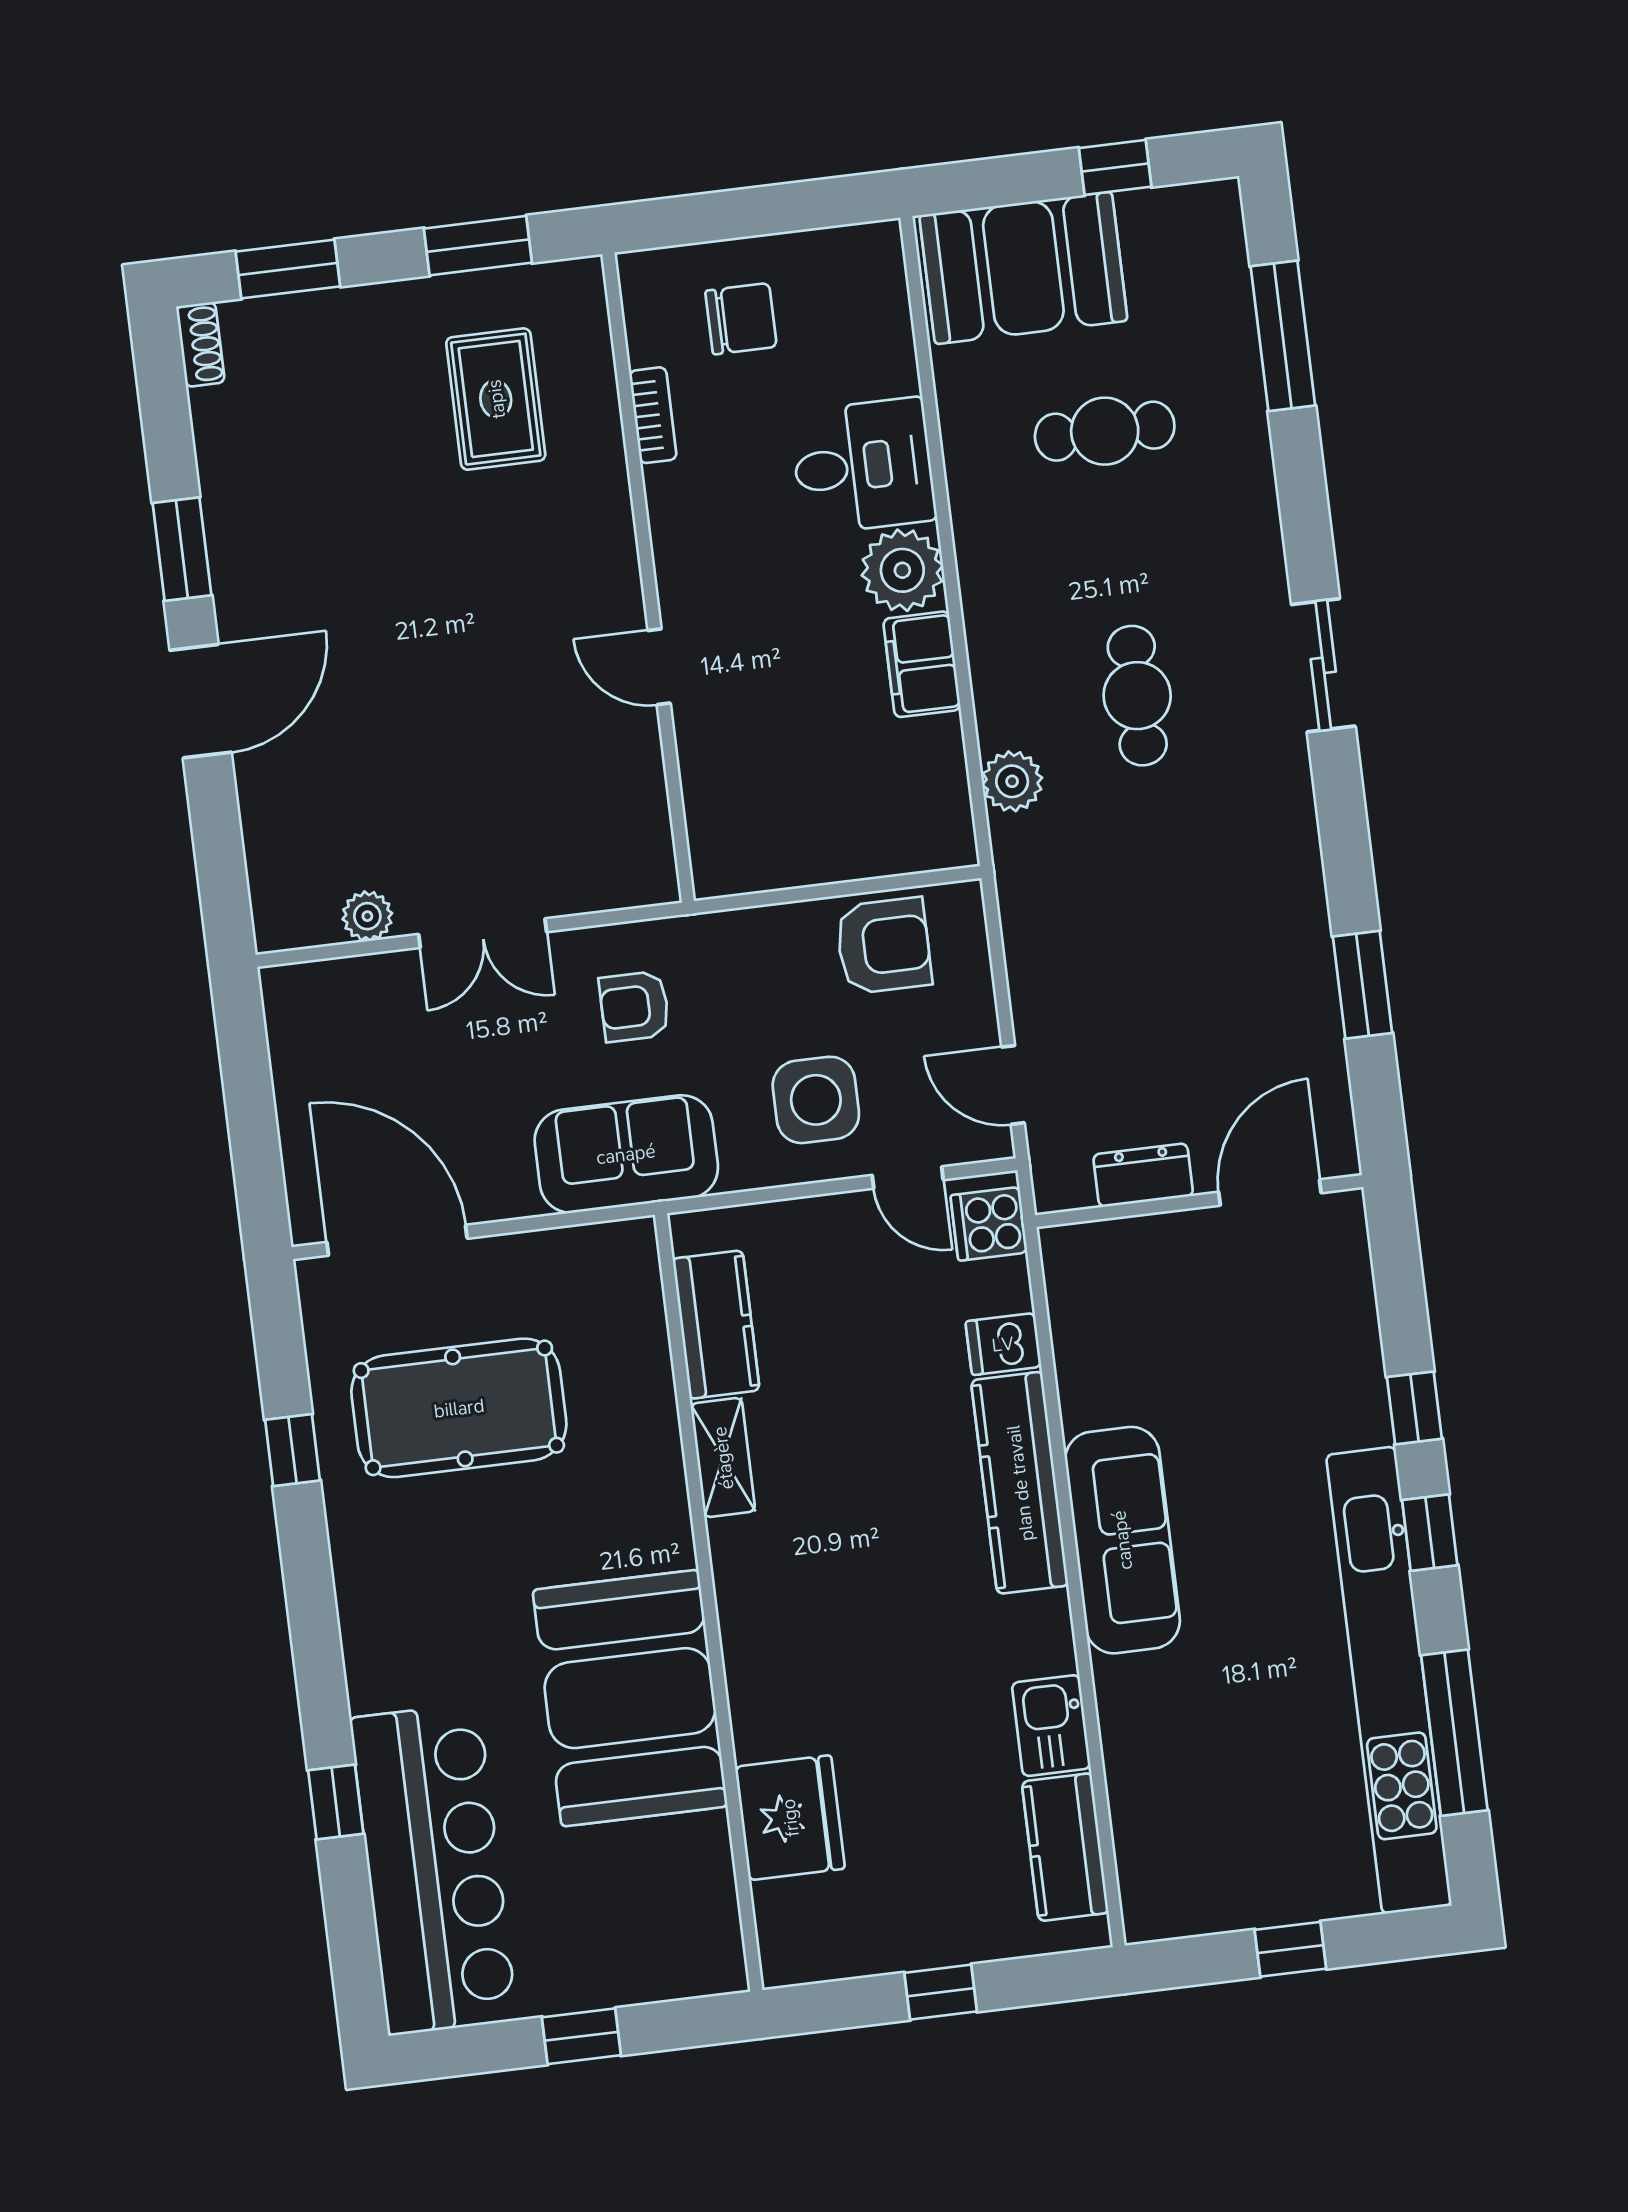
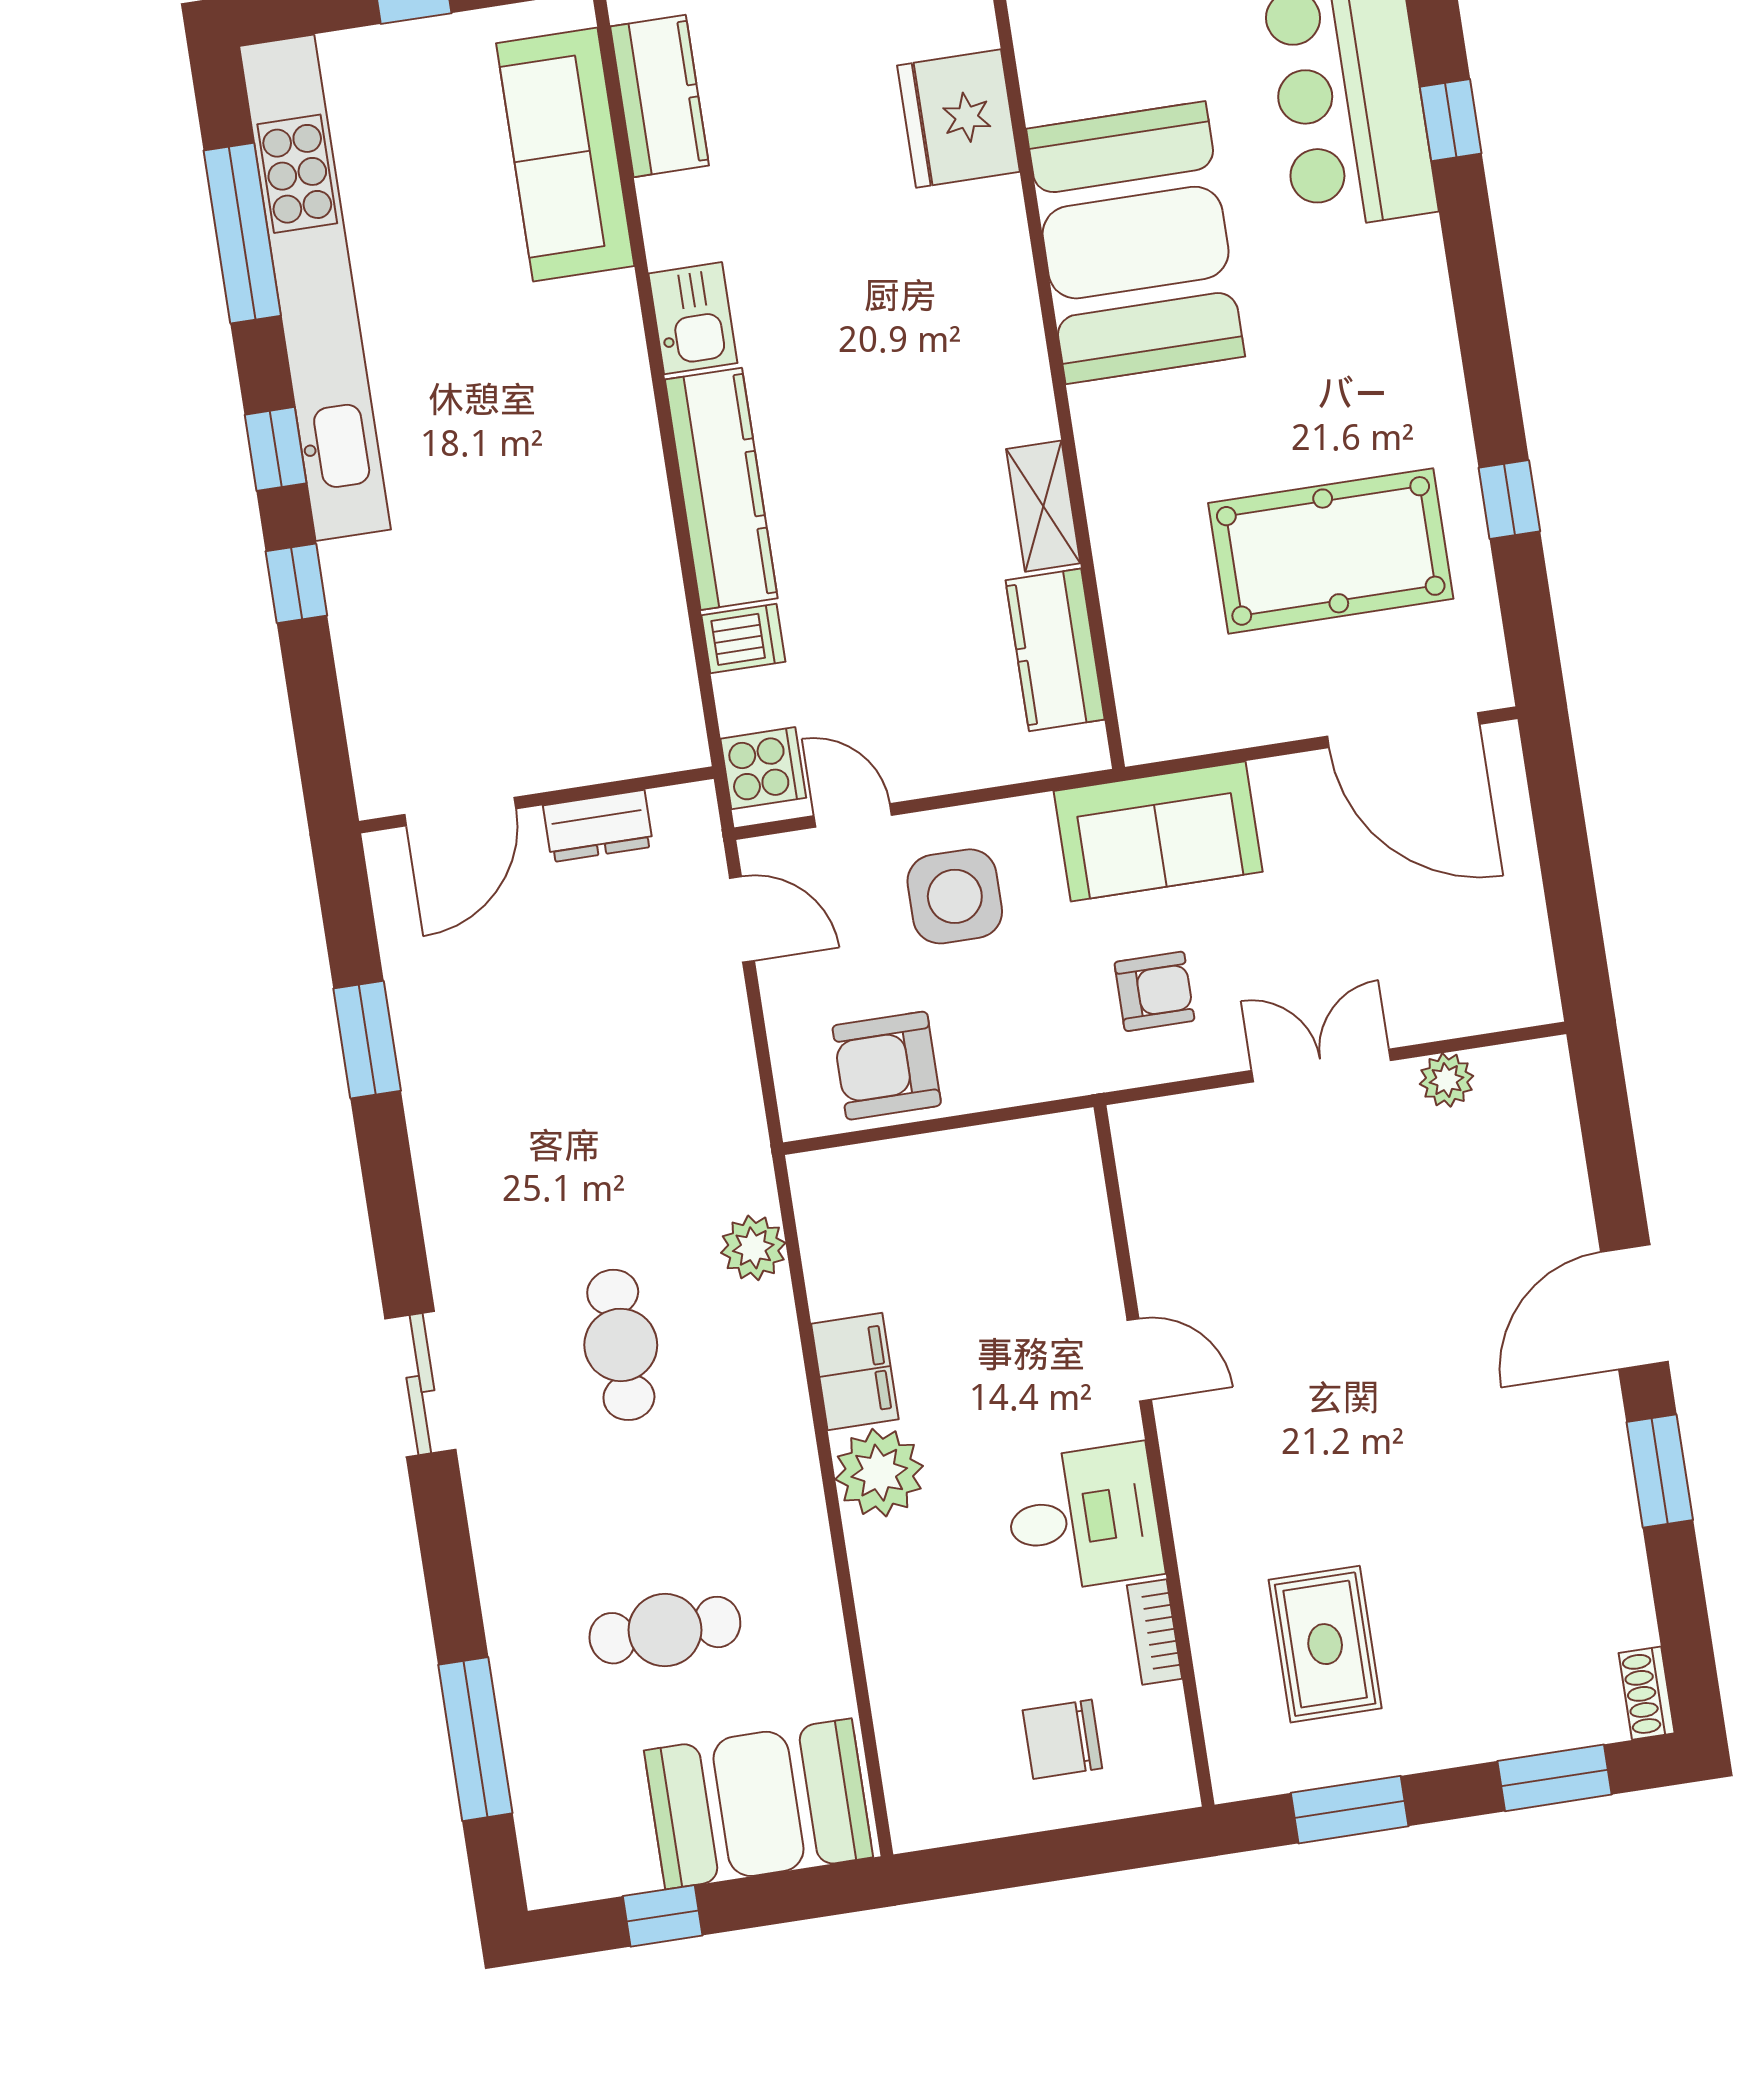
desk: (863, 466) -> (1083, 1518), moved, turned 180
sofa: (1122, 1540) -> (565, 155), moved
kitchen sink: (1051, 1726) -> (693, 318), moved

